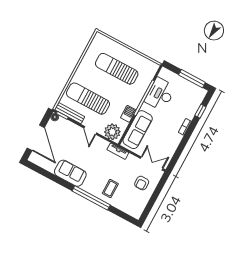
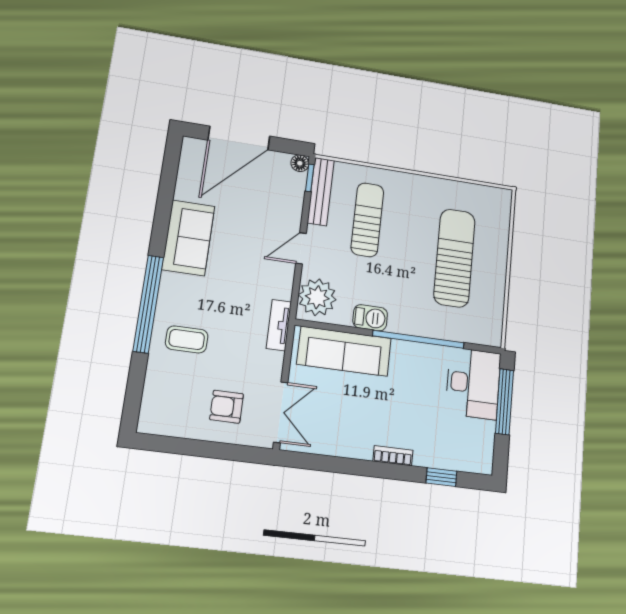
window: (192, 79) -> (505, 402), moved
desk: (160, 94) -> (473, 383), moved, turned 90
sun lounger: (88, 99) -> (367, 220), width x0.73, depth x0.75

